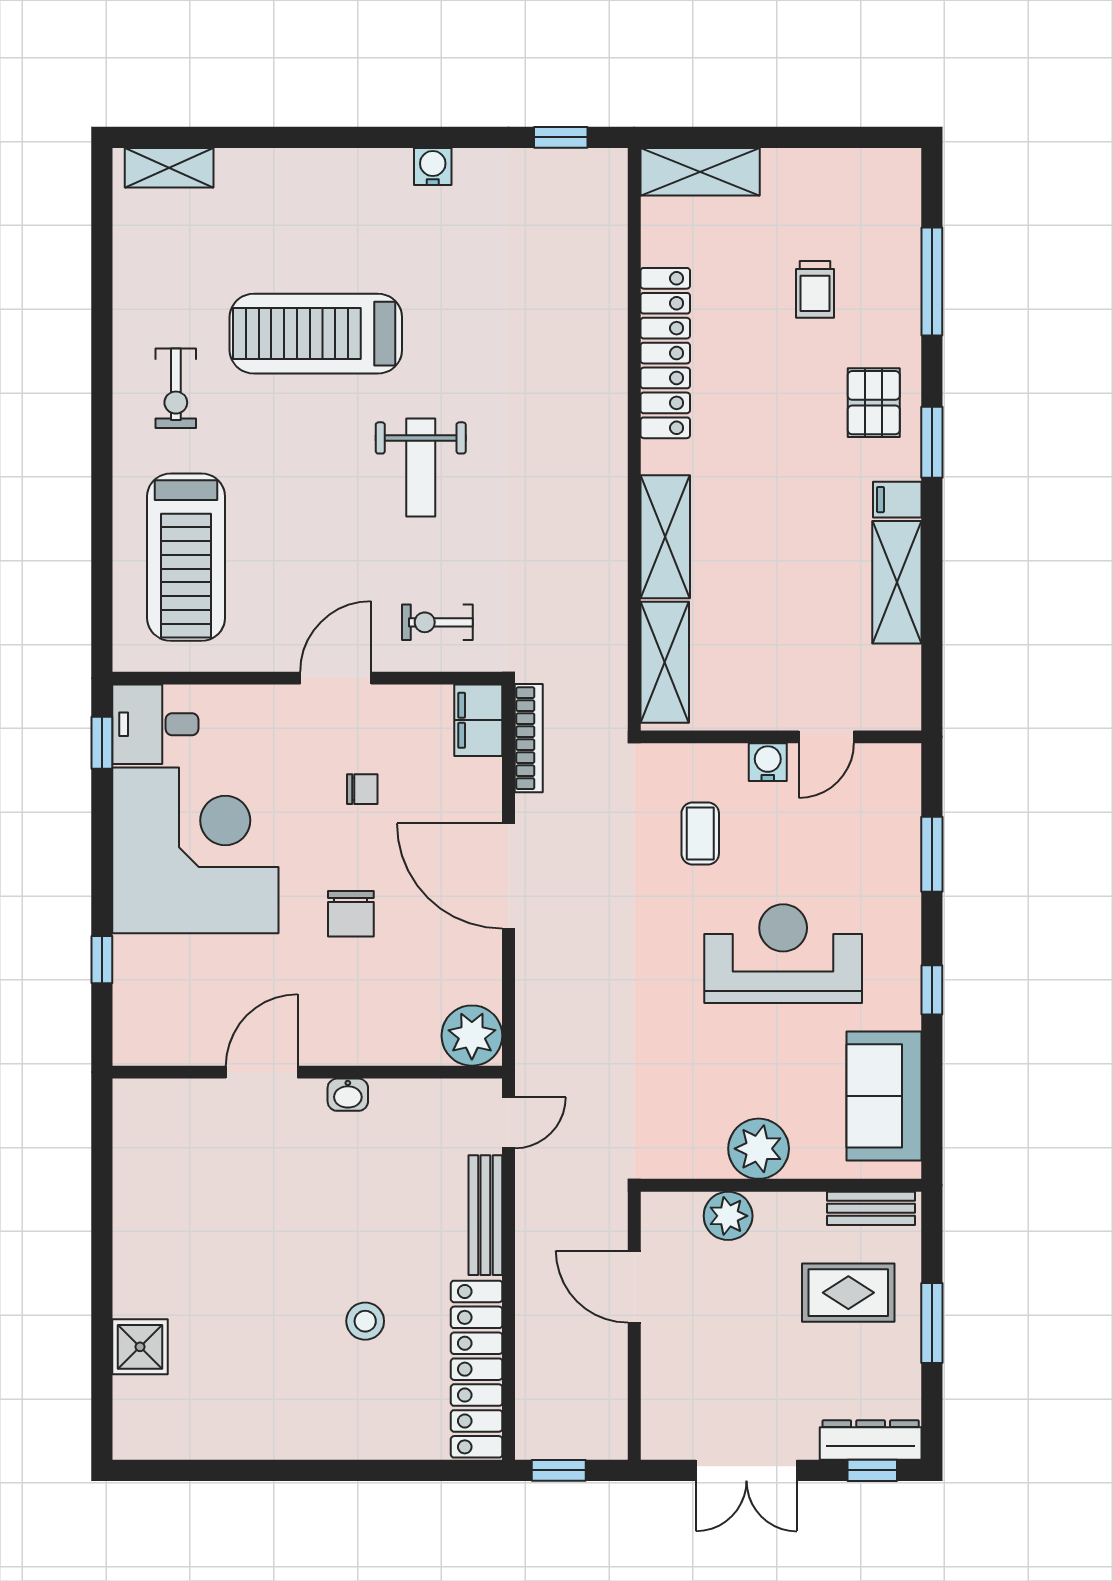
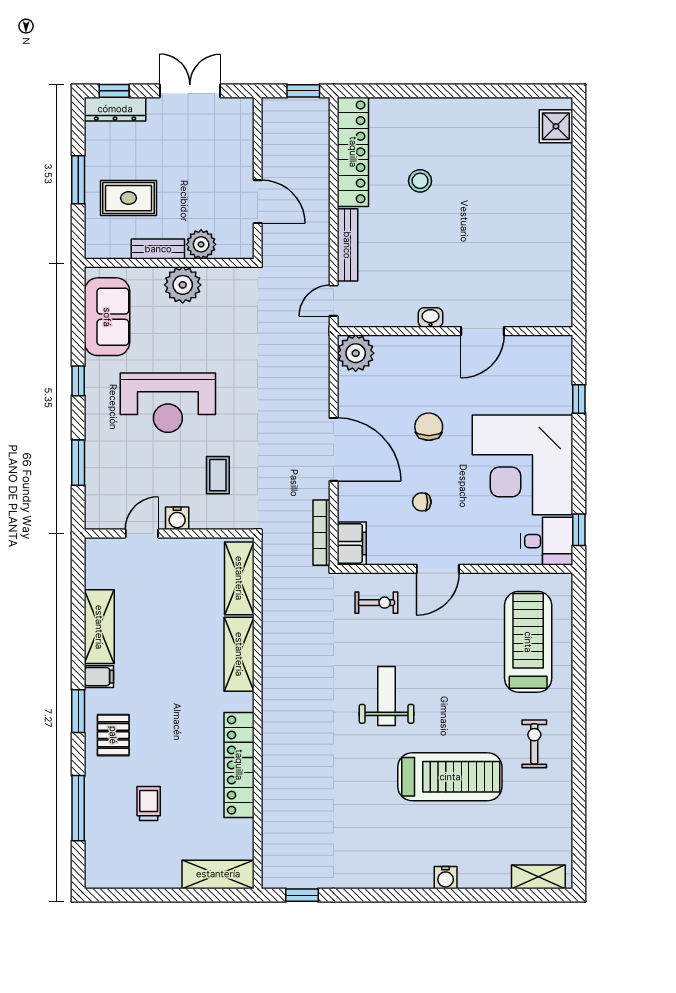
water cooler: (433, 166) -> (446, 878), moved
bench: (871, 1208) -> (158, 249), moved
shower: (140, 1347) -> (556, 126), moved

